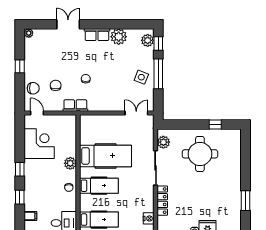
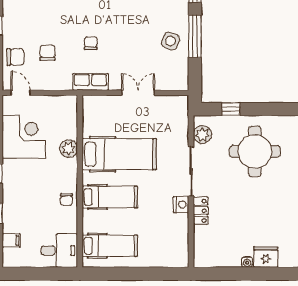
row of seats: (75, 106) -> (90, 82), moved
double door: (136, 113) -> (138, 93), moved
window: (215, 125) -> (231, 109), moved
plant: (70, 163) -> (69, 149), moved
locker: (162, 201) -> (201, 211), width x0.66
nightstand: (149, 218) -> (181, 204), moved

